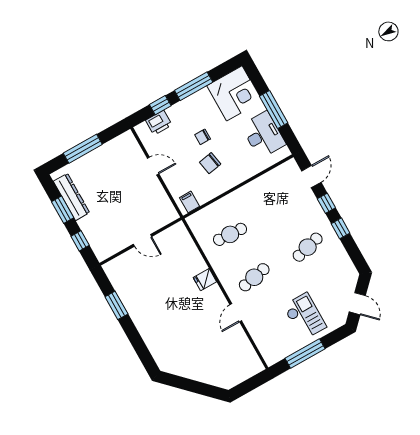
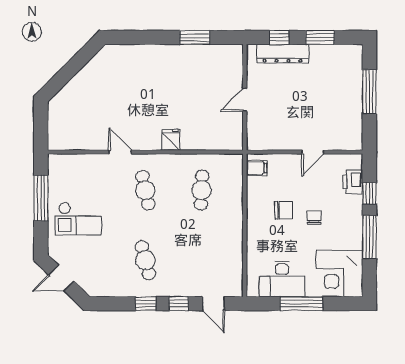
chair: (210, 163) -> (284, 210), turned 100
dresser: (72, 197) -> (282, 53), moved

